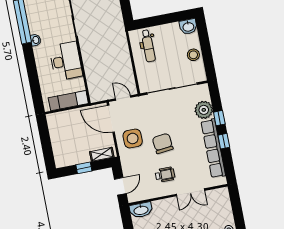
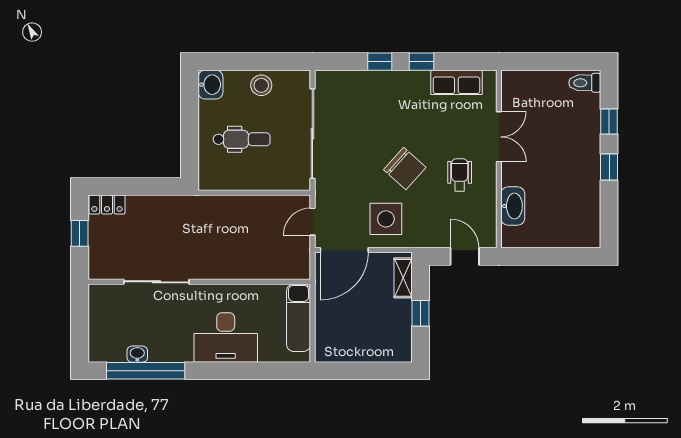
washbasin: (36, 40) -> (137, 354), moved
dental chair: (148, 46) -> (242, 139), moved
desk: (66, 61) -> (226, 337), moved, turned 180
plant: (204, 110) -> (360, 86), removed
chair: (163, 143) -> (405, 168), turned -132
row of seats: (213, 148) -> (456, 82), width x0.50
washbasin: (141, 210) -> (513, 206), moved

